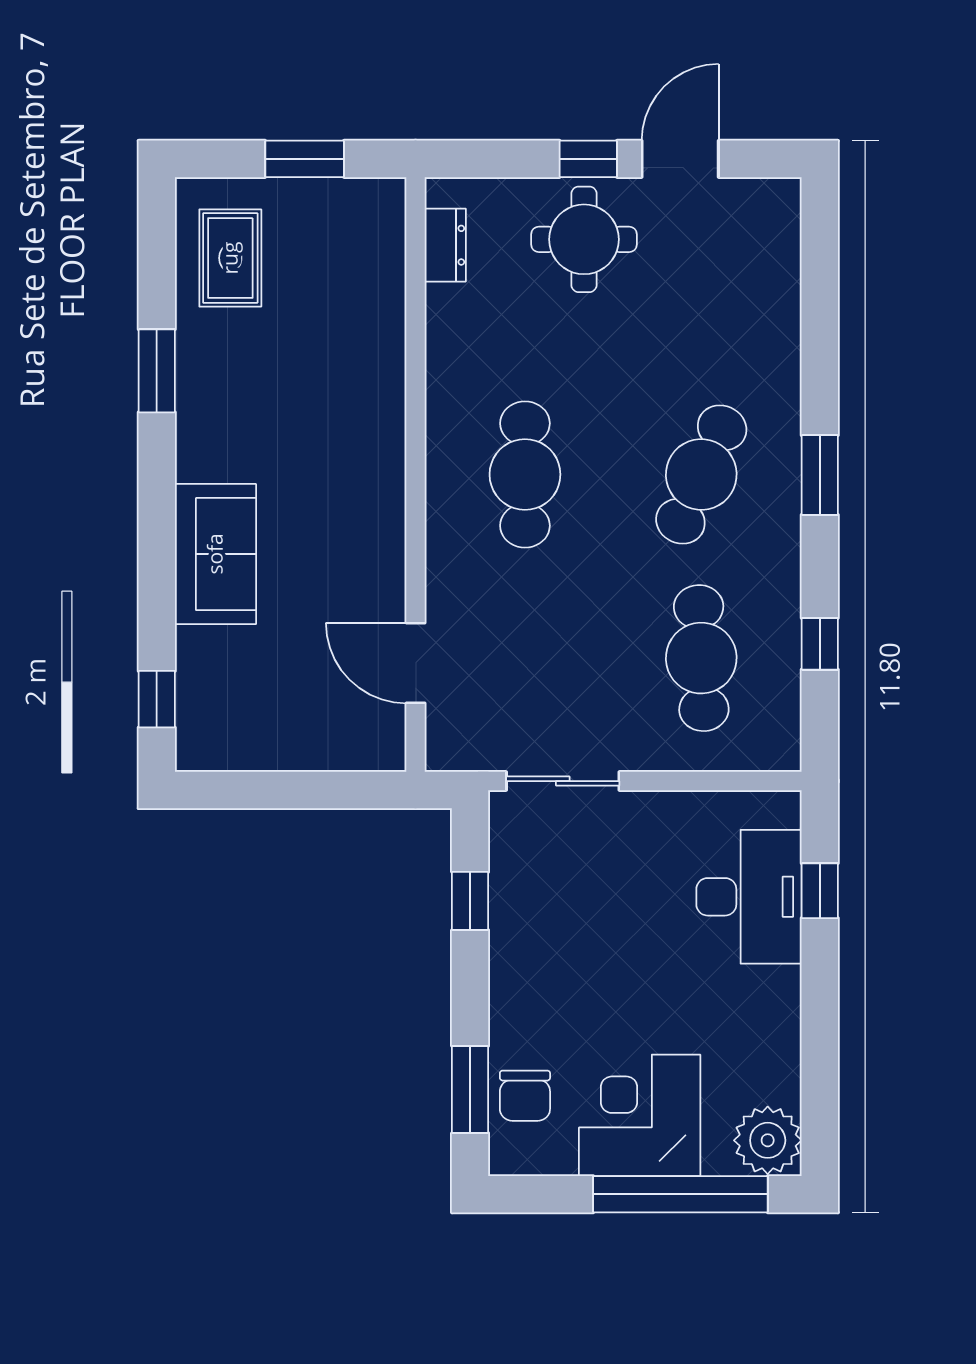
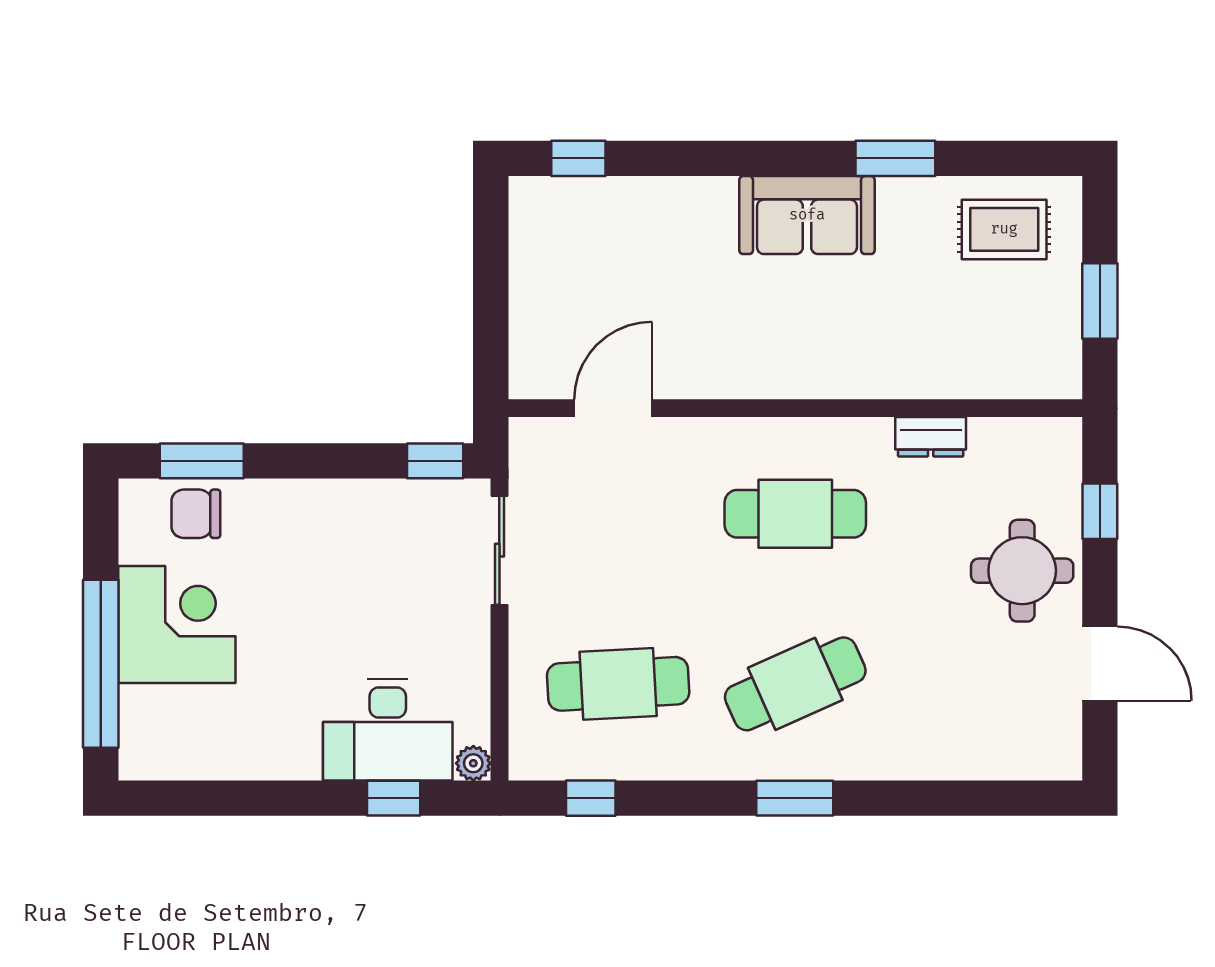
window: (588, 159) -> (1100, 511), moved
dresser: (445, 245) -> (931, 437), moved
cafe table: (701, 474) -> (795, 684), turned -48
sofa: (215, 554) -> (807, 215), moved
window: (820, 644) -> (591, 798), moved
window: (470, 901) -> (435, 461), moved
plant: (768, 1140) -> (473, 763), moved, width x0.53, depth x0.53

